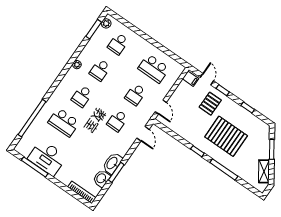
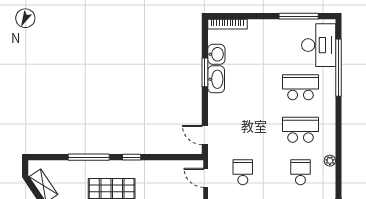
school desk: (82, 96) -> (300, 130), width x1.85
school desk: (117, 121) -> (243, 130), removed
desk: (47, 158) -> (319, 45), moved, turned 90

